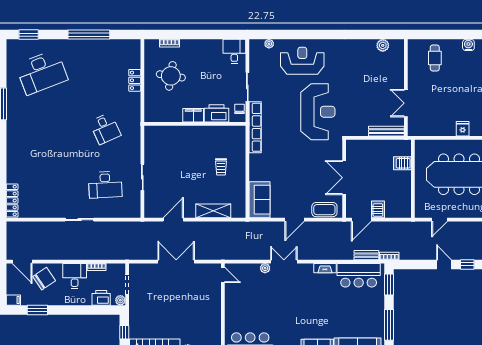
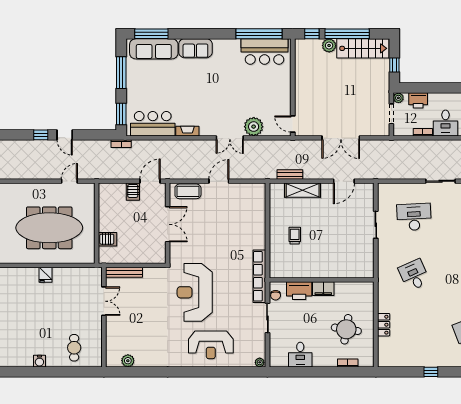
window: (89, 35) -> (431, 372), width x0.32
plant: (269, 44) -> (260, 362), moved
desk: (234, 51) -> (300, 355), moved
sofa: (260, 200) -> (255, 202), removed
bench: (366, 255) -> (290, 175), moved
plant: (265, 268) -> (254, 127), width x1.88, depth x1.88

